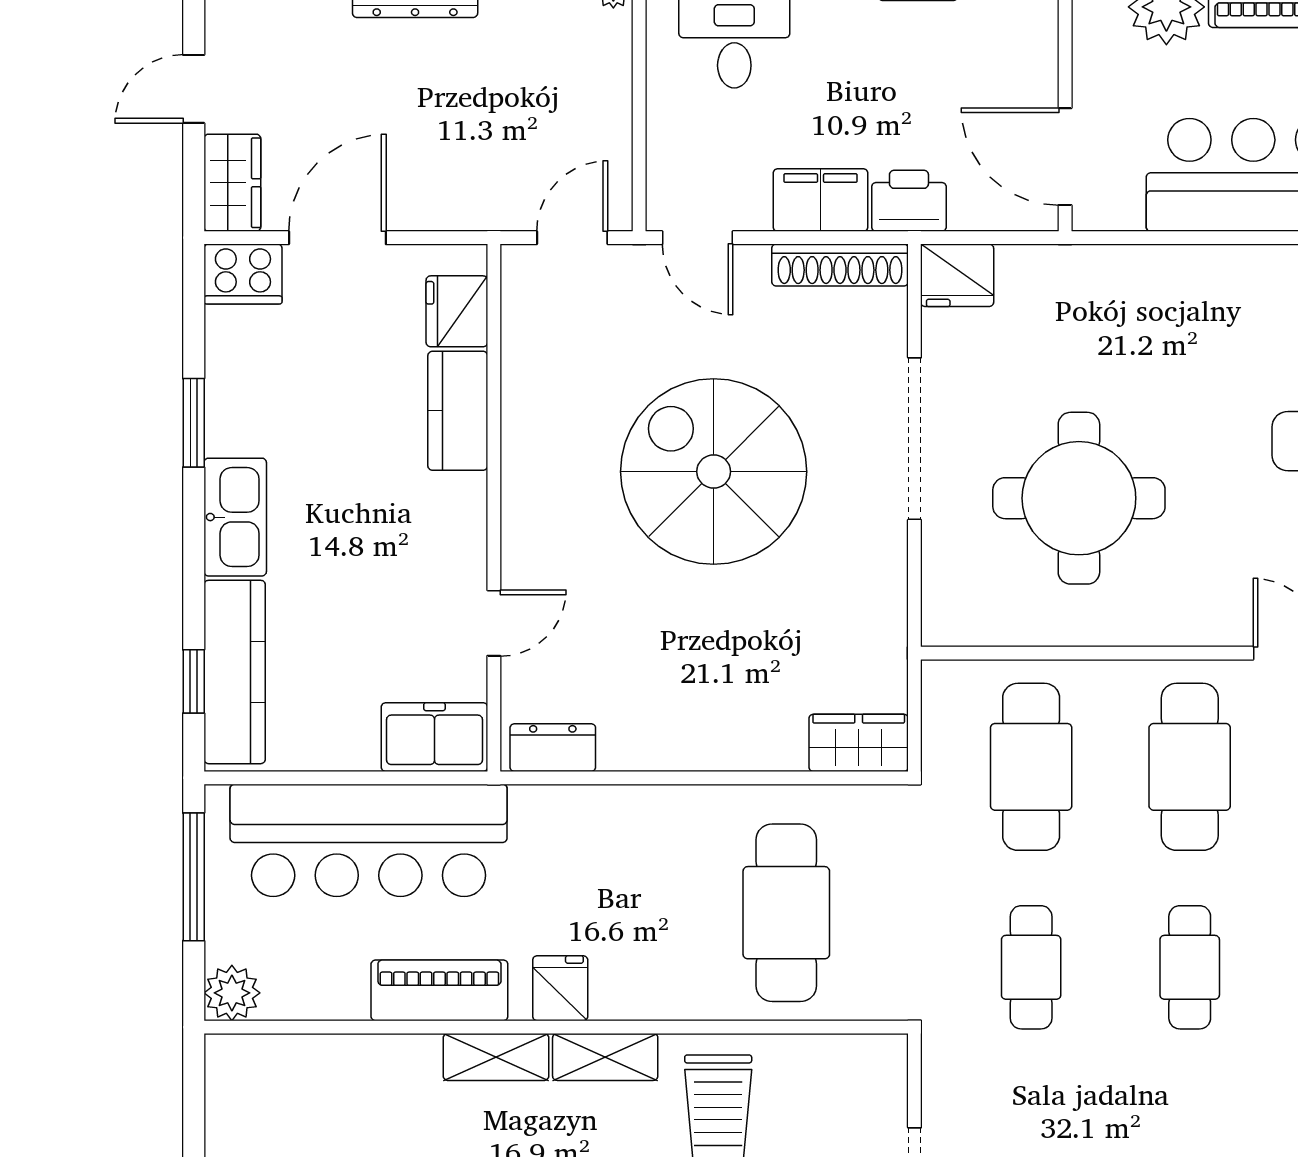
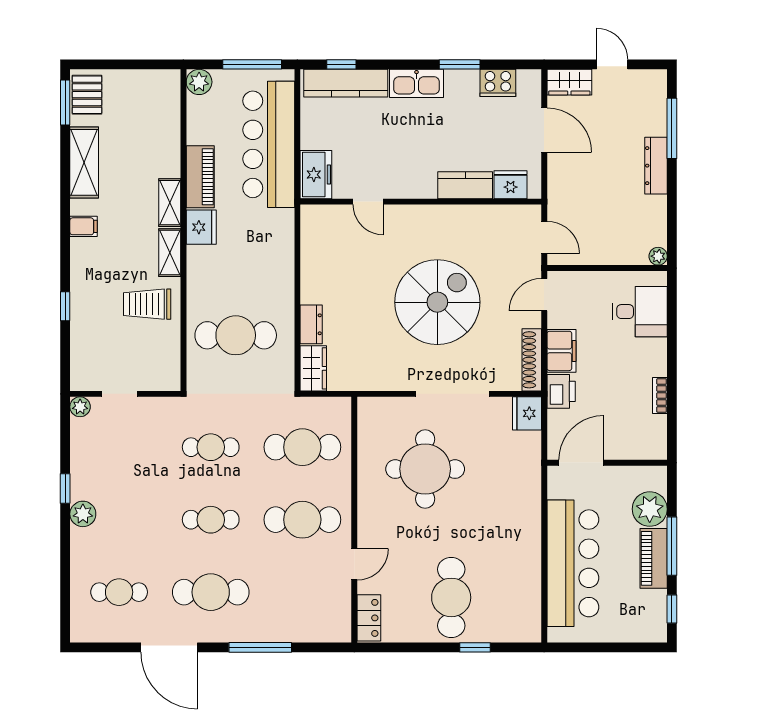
cooker: (243, 274) -> (498, 83), moved, turned -90
dresser: (553, 748) -> (311, 324), moved
fridge: (560, 988) -> (201, 227), width x1.38

